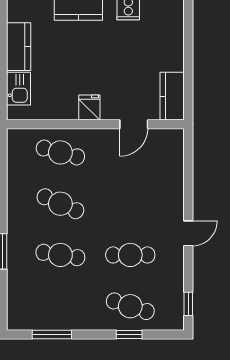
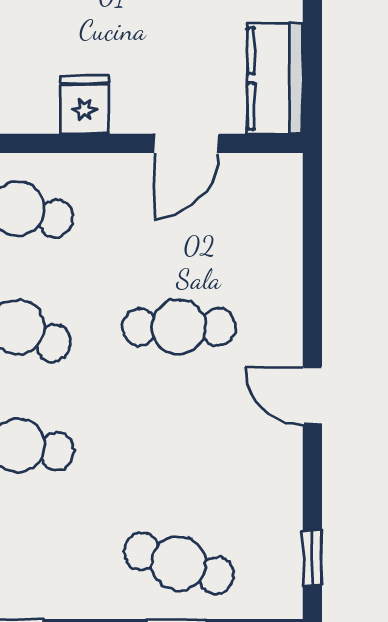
door: (188, 233) -> (312, 396), swing flipped
cafe table: (130, 255) -> (179, 327), moved

